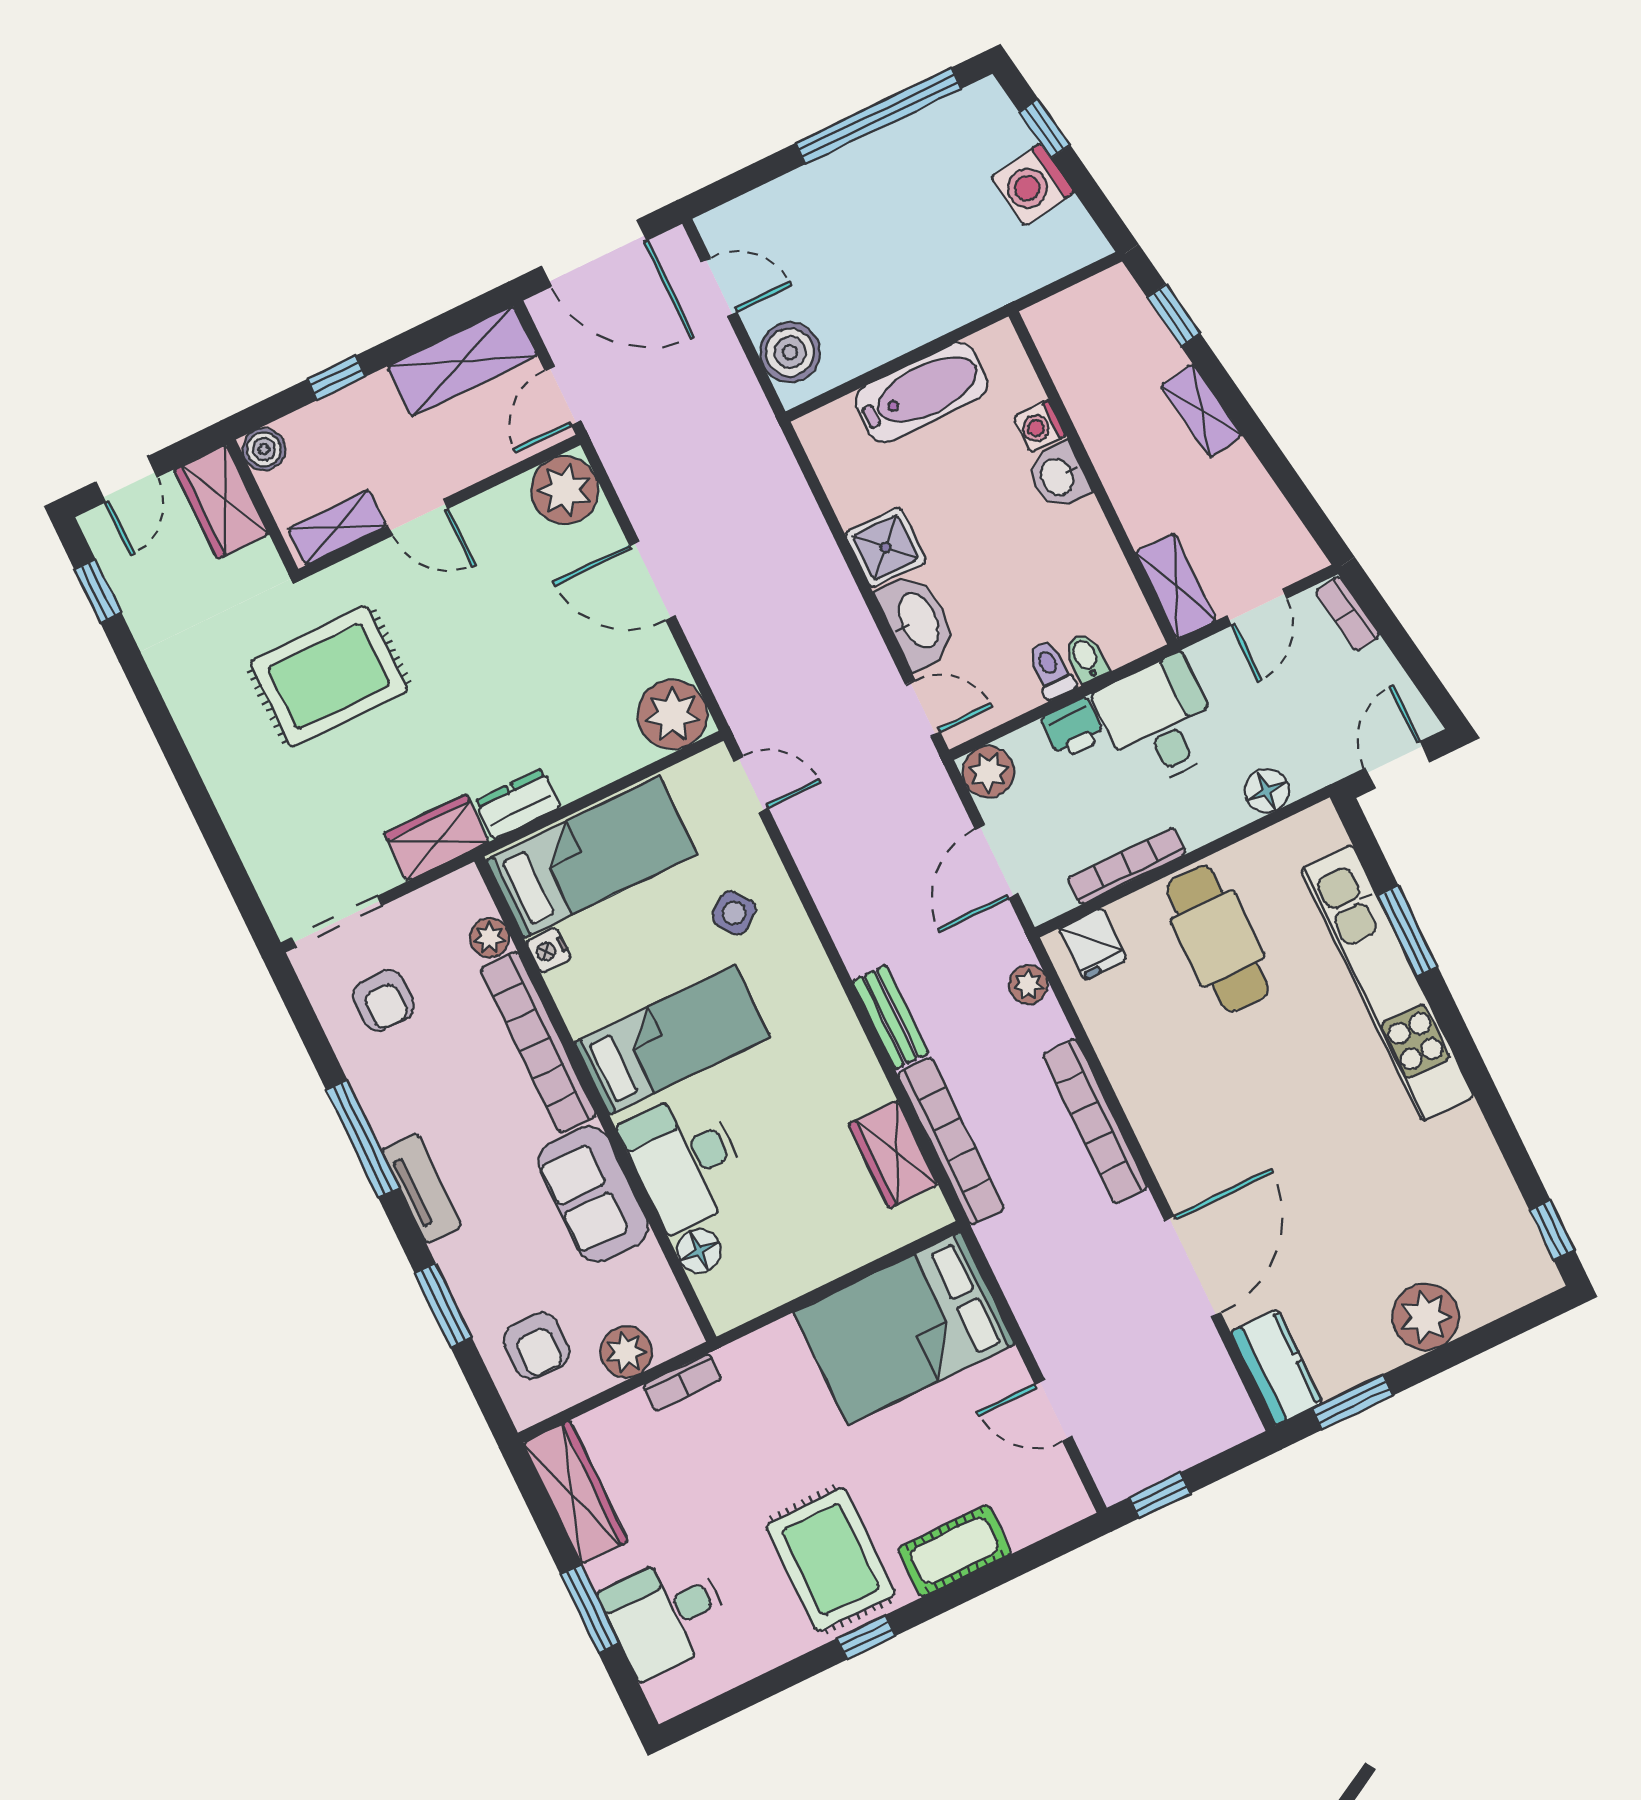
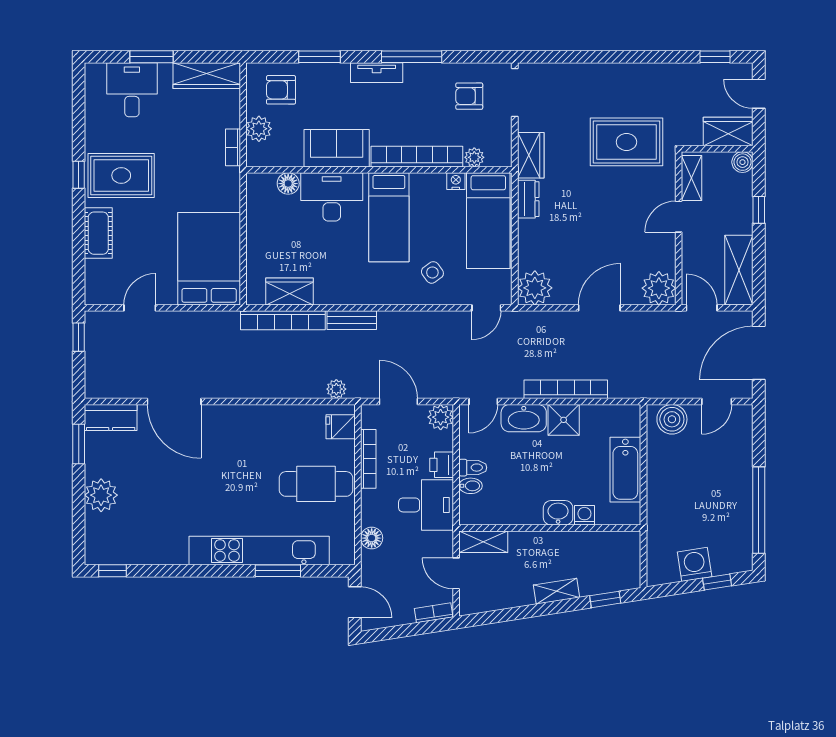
rug: (329, 676) -> (626, 142), turned 90
bookcase: (1095, 1121) -> (566, 389), moved

